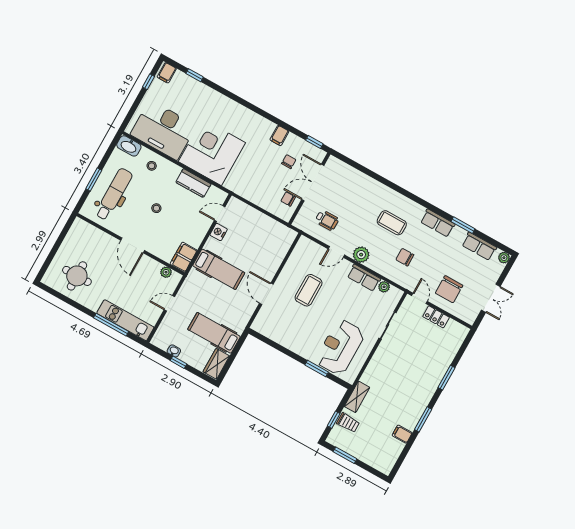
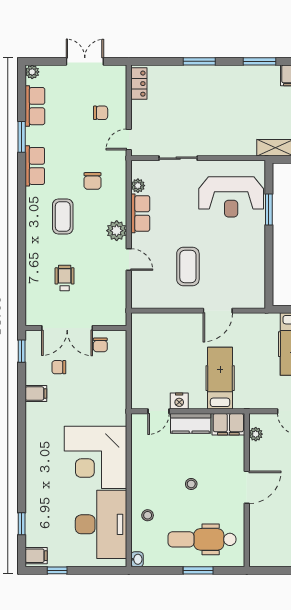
washbasin: (129, 146) -> (137, 559), width x0.52, depth x0.69
kitchen counter: (193, 183) -> (191, 423), moved, turned 90
door: (220, 214) -> (158, 411), hinge flipped
wheelchair: (327, 220) -> (65, 278), moved
chair: (449, 289) -> (101, 113), width x0.54, depth x0.54
coffee table: (309, 290) -> (188, 266), turned 90
locker: (436, 317) -> (139, 84), moved

